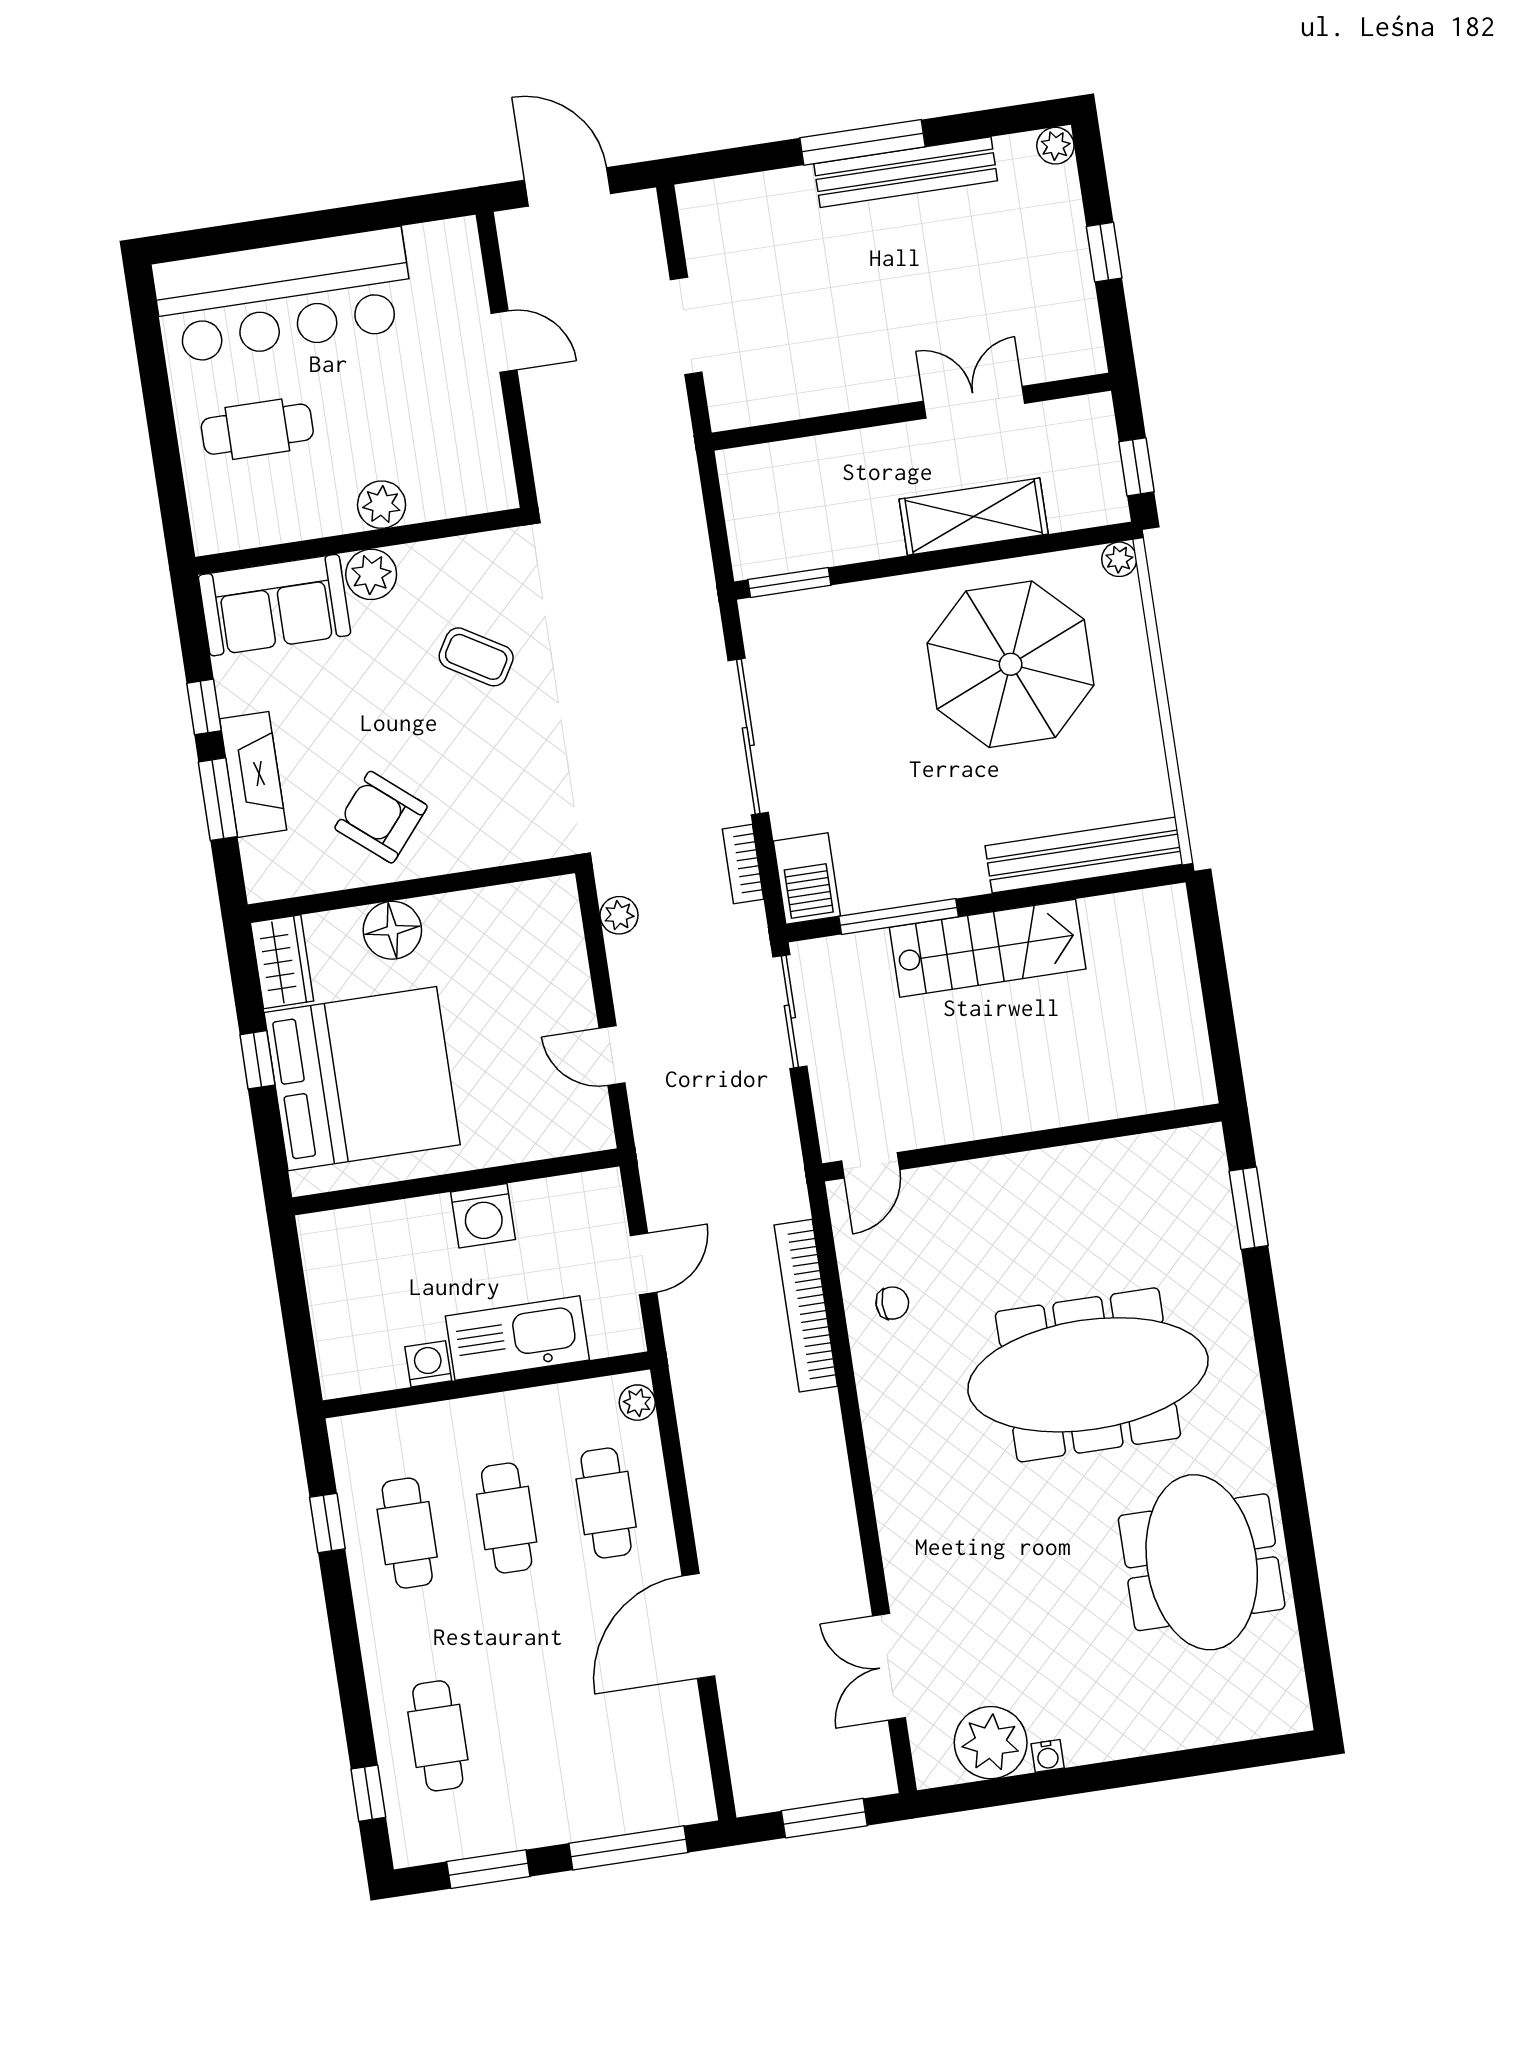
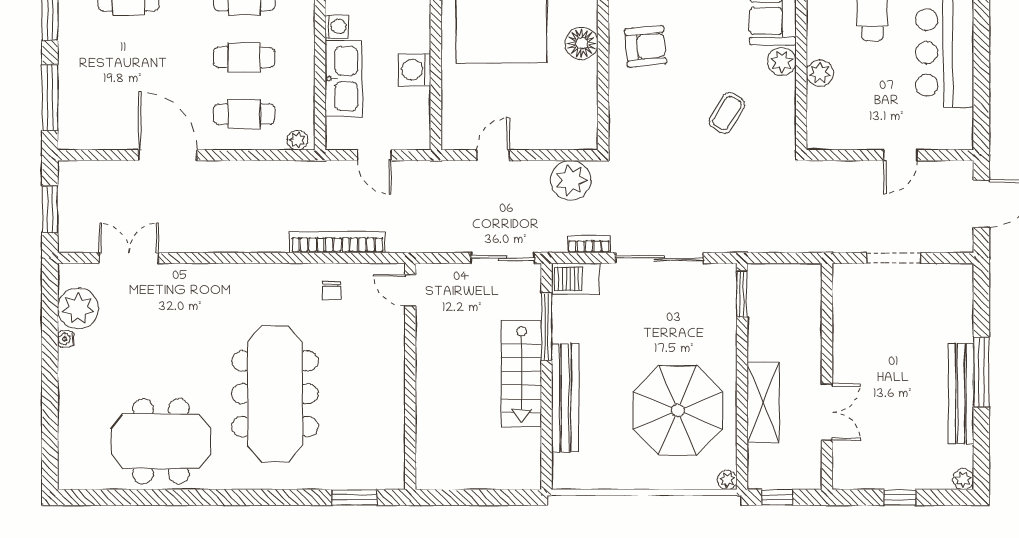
armchair: (381, 817) -> (646, 46), turned 45
bench: (1084, 855) -> (565, 398), moved
plant: (619, 915) -> (571, 180), width x1.88, depth x1.88

